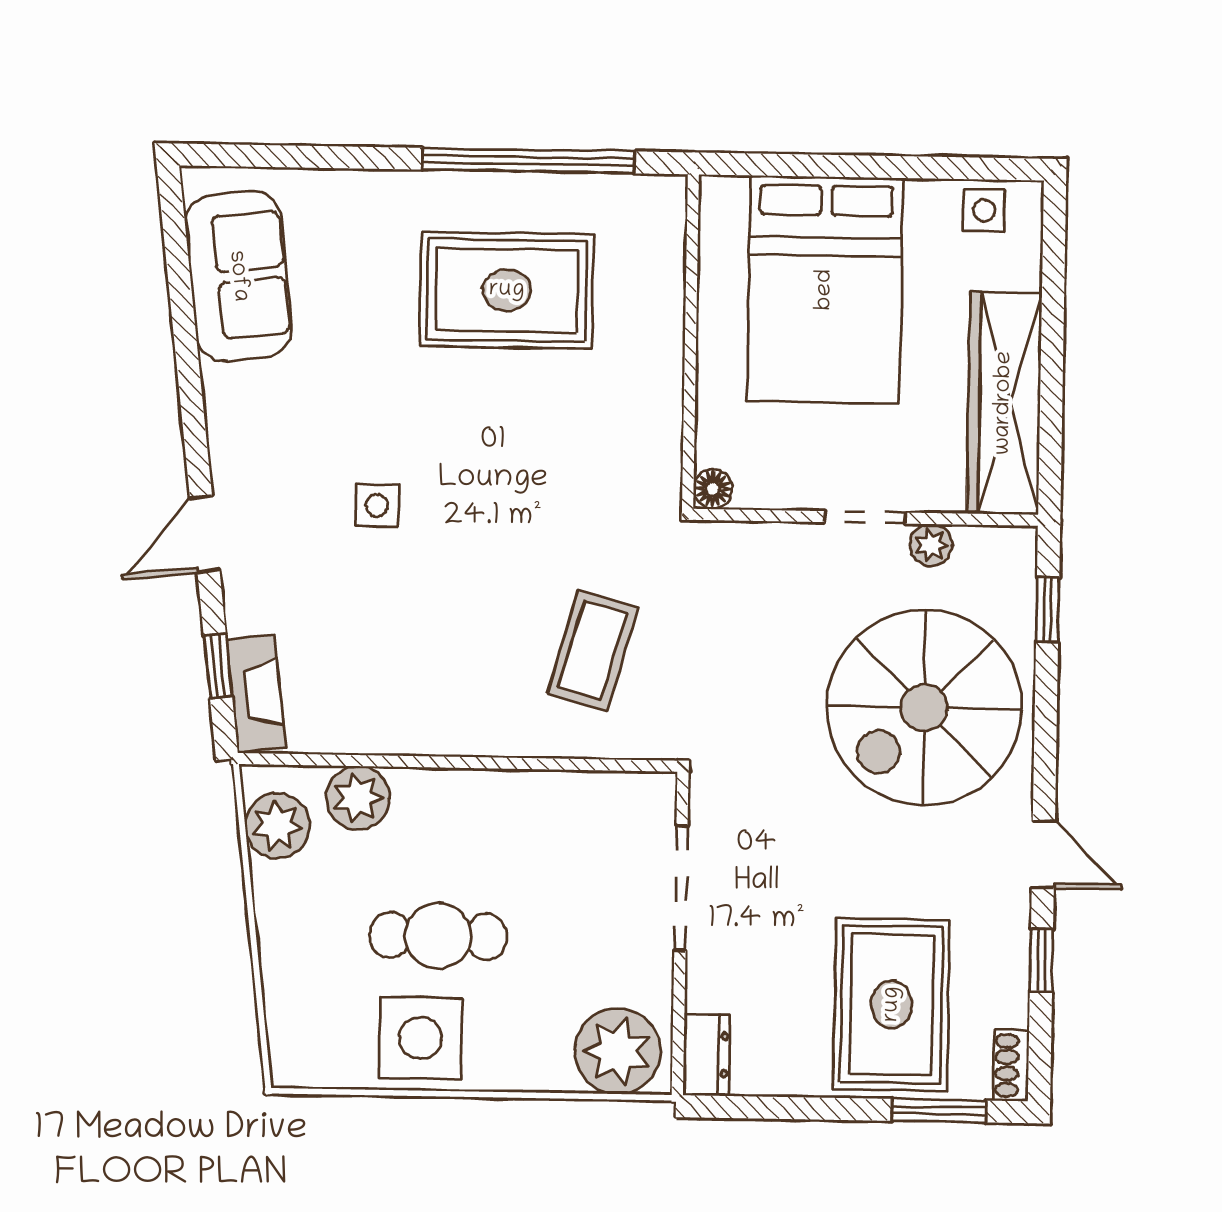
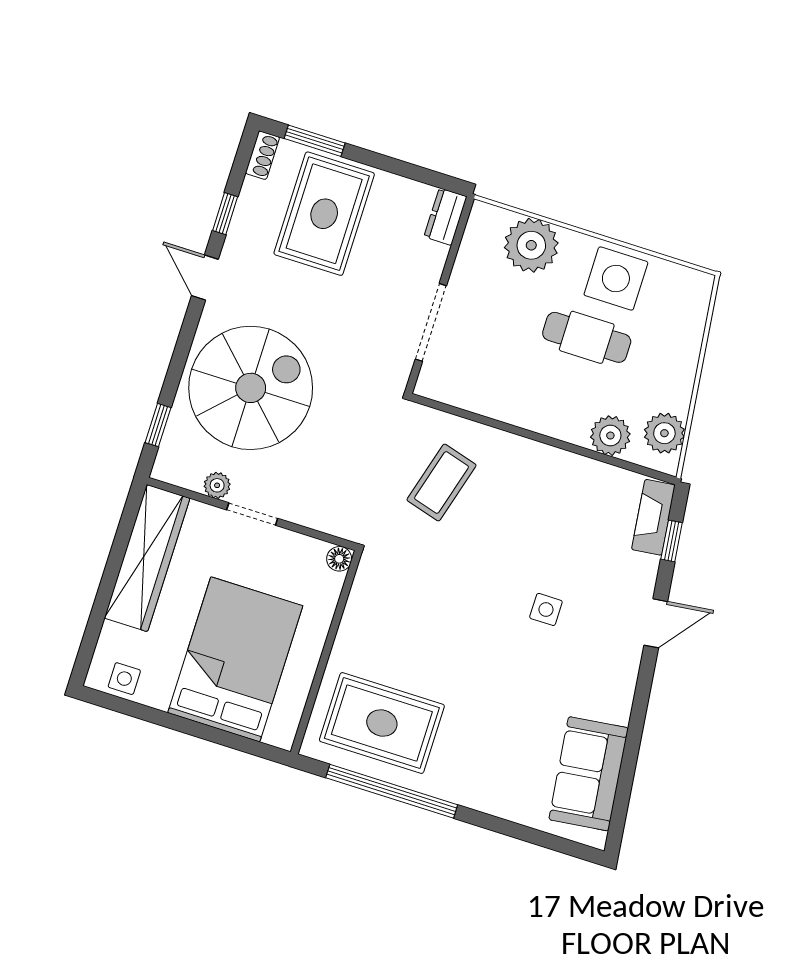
rug: (507, 290) -> (382, 723), moved
plant: (618, 1051) -> (531, 245), moved

